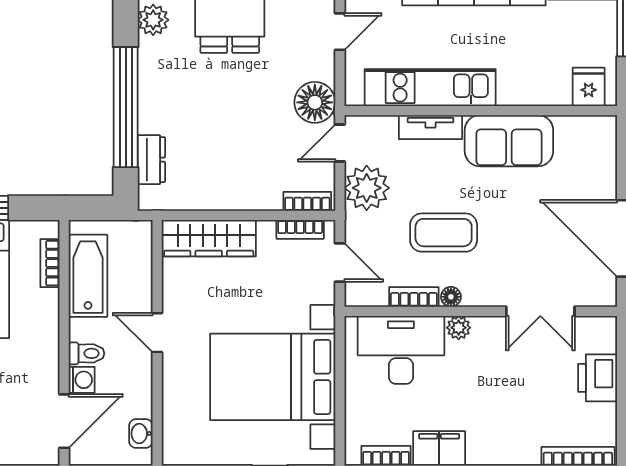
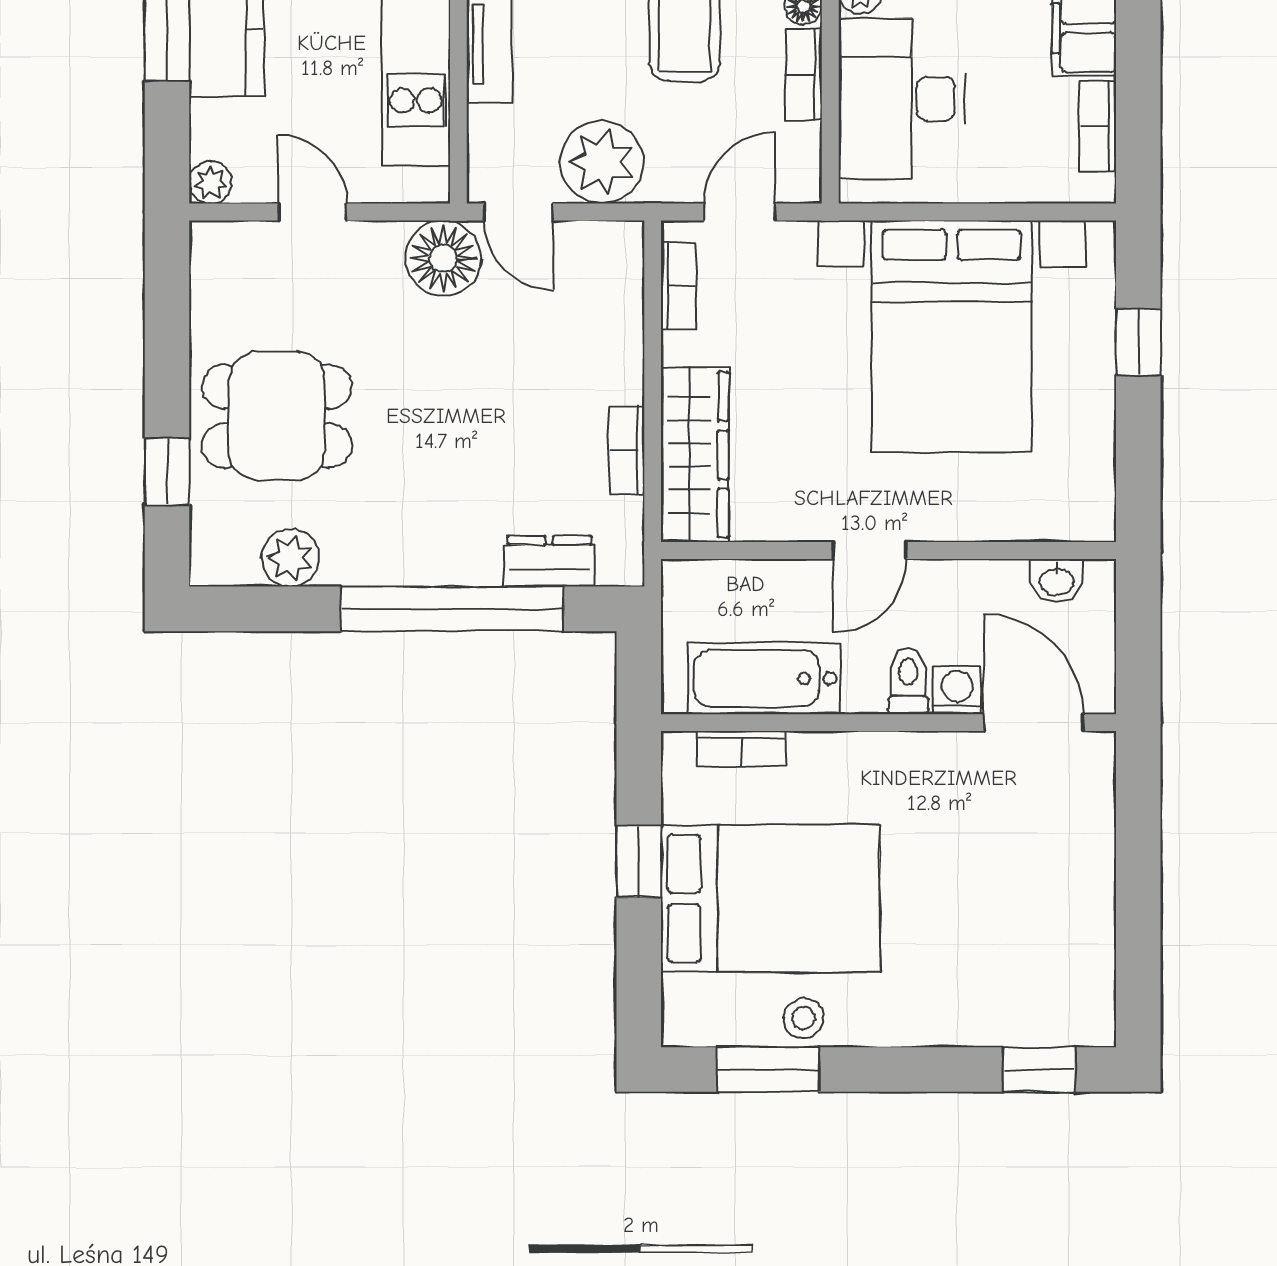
bookcase: (307, 201) -> (627, 450), moved

